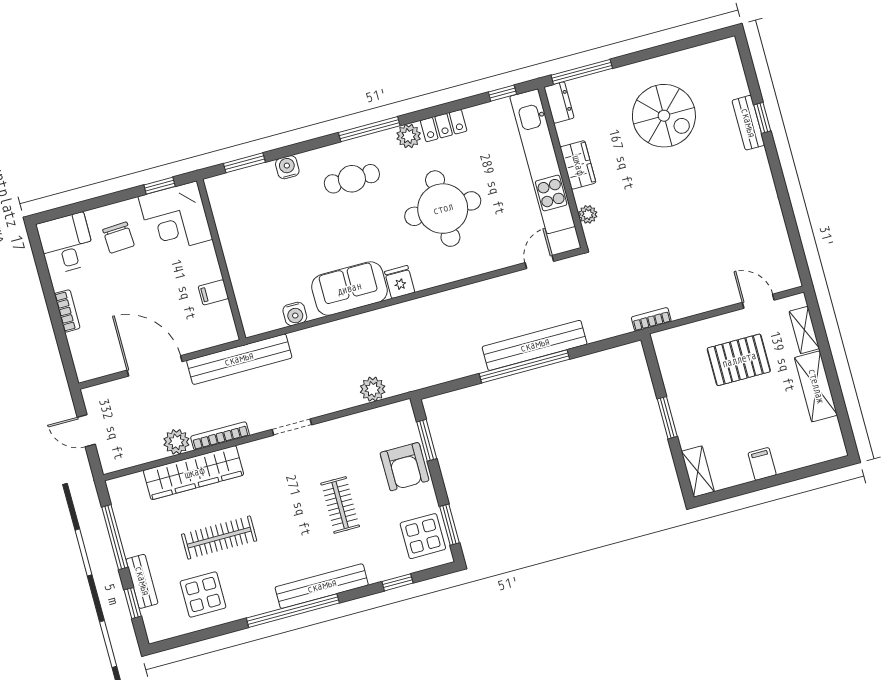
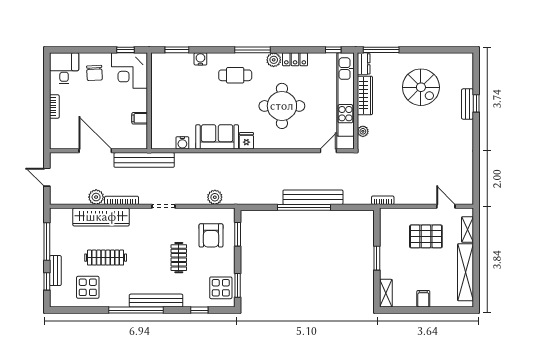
wardrobe: (578, 165) -> (365, 95), width x1.50
shelving: (816, 386) -> (465, 272), width x1.47
armchair: (405, 467) -> (211, 235), moved

